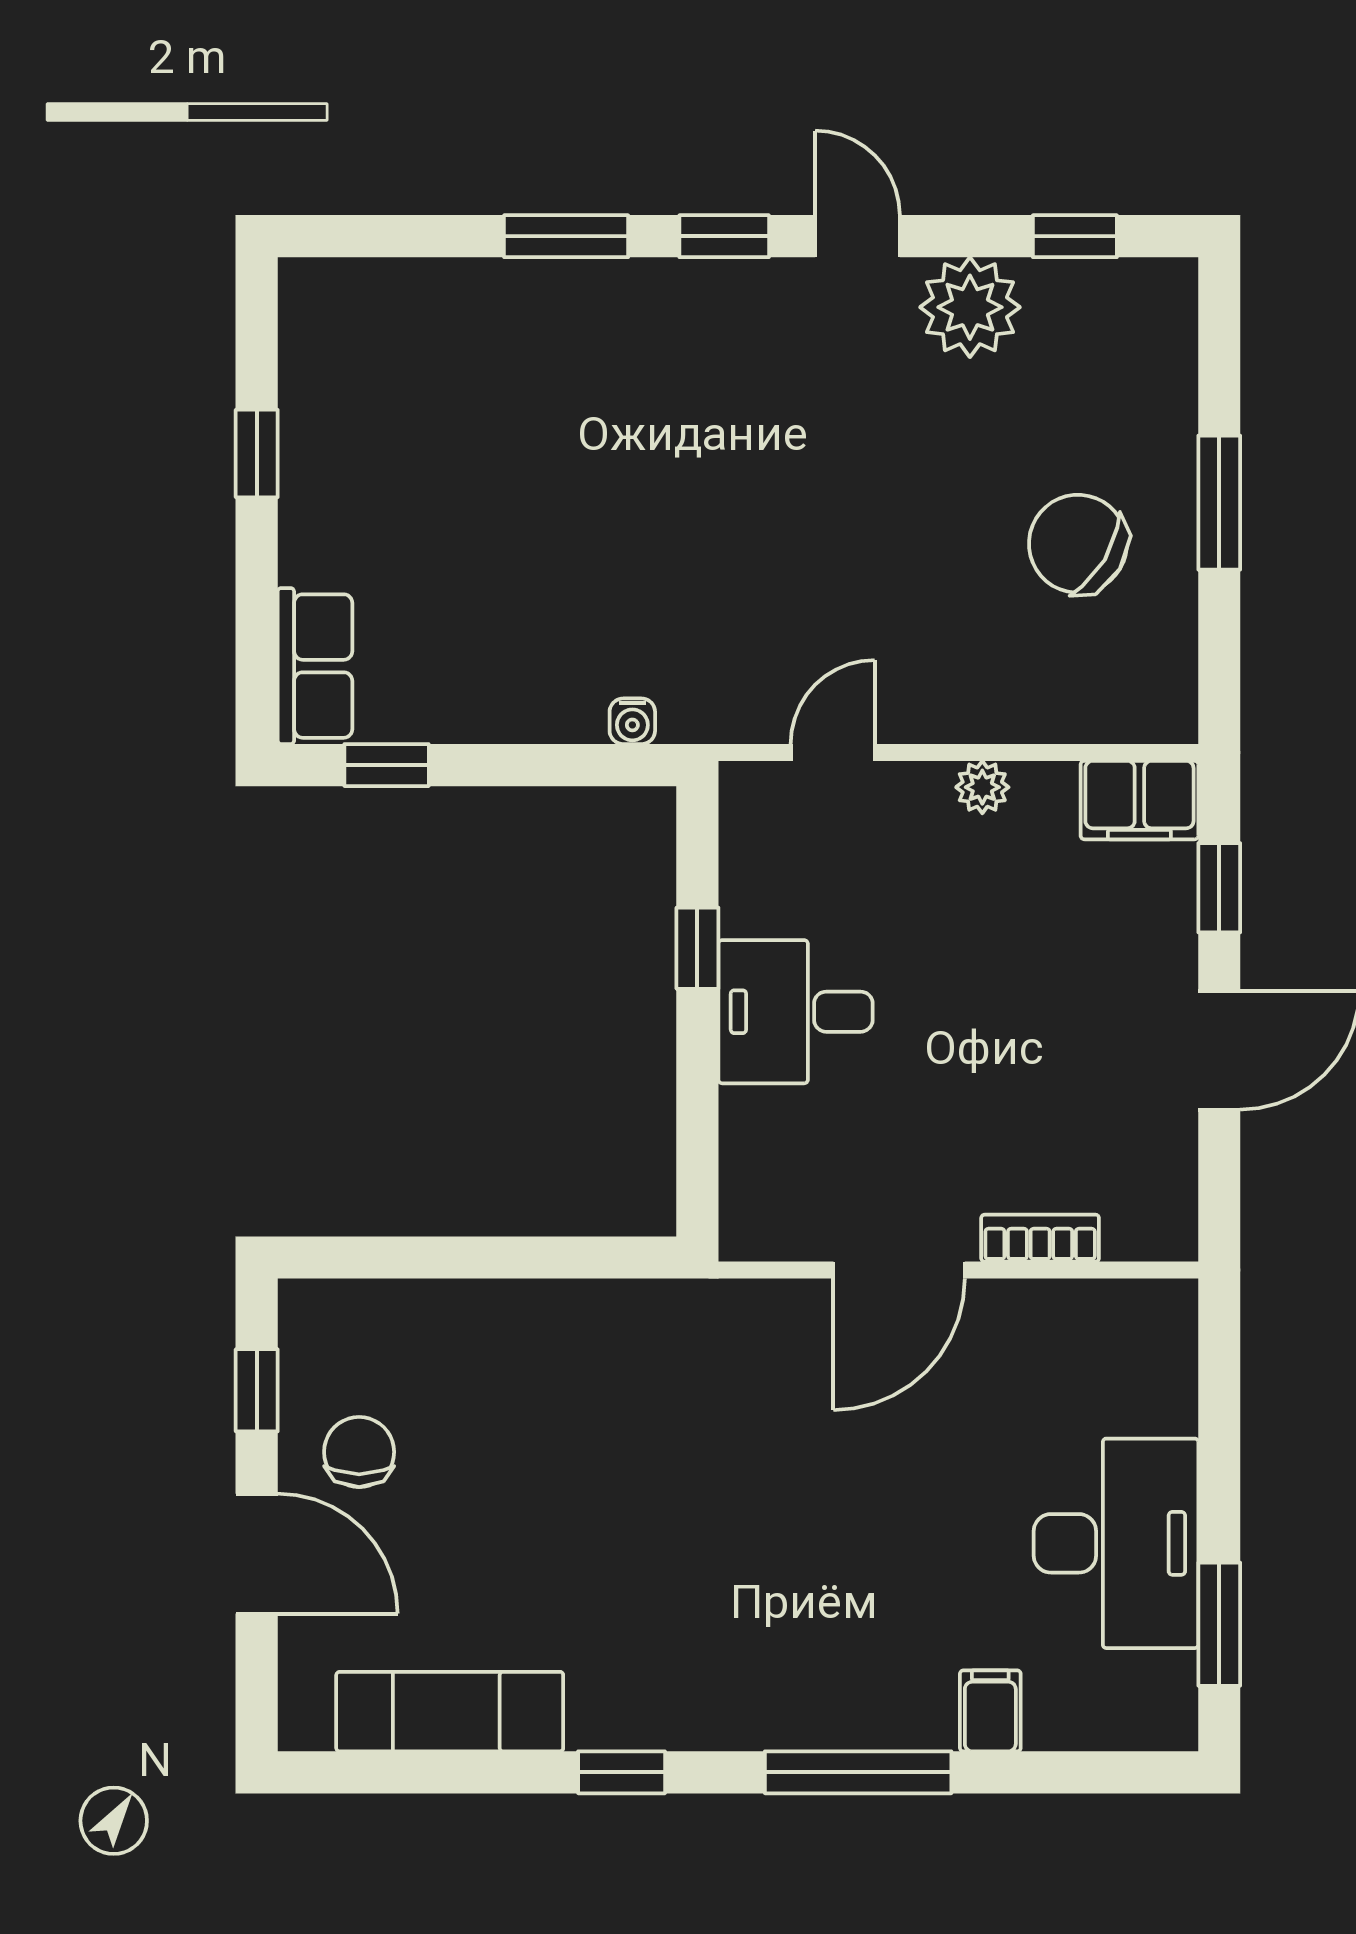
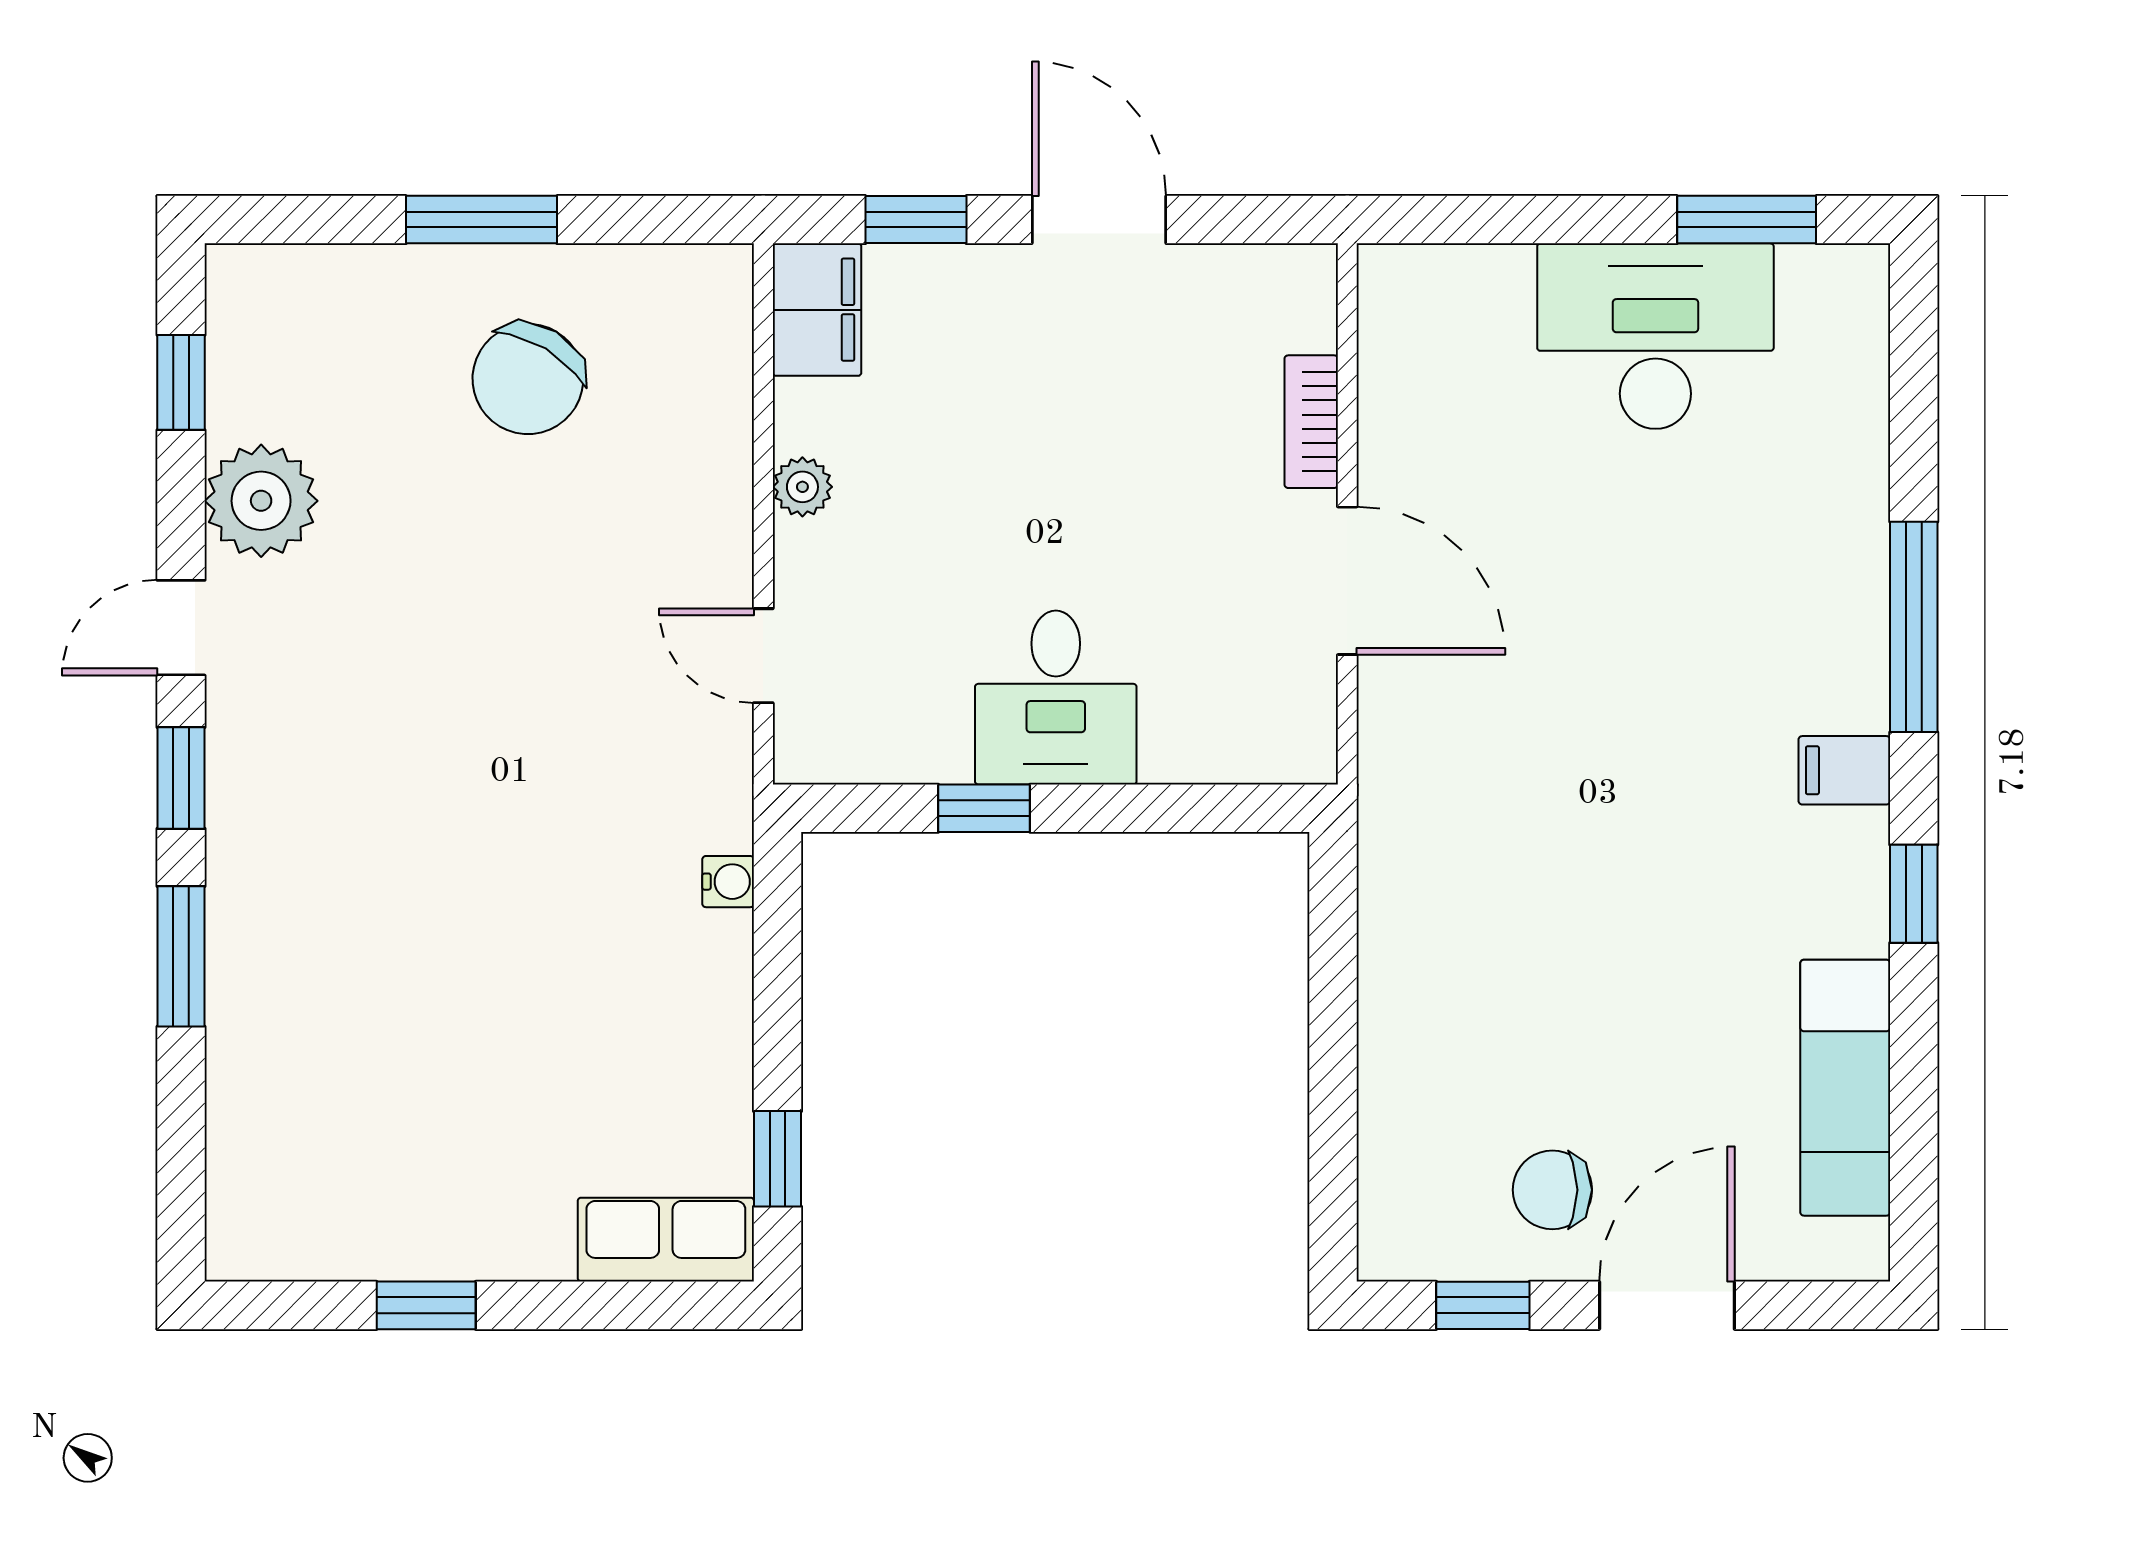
filing cabinet: (990, 1711) -> (1844, 770), moved

